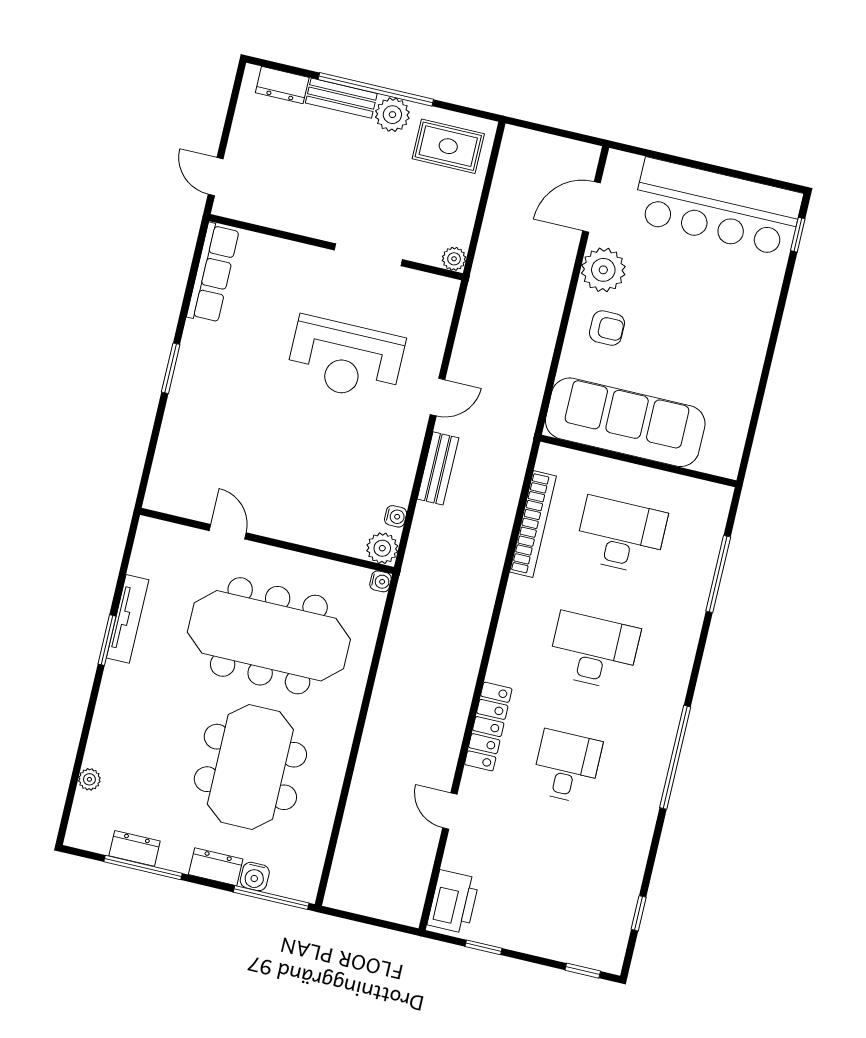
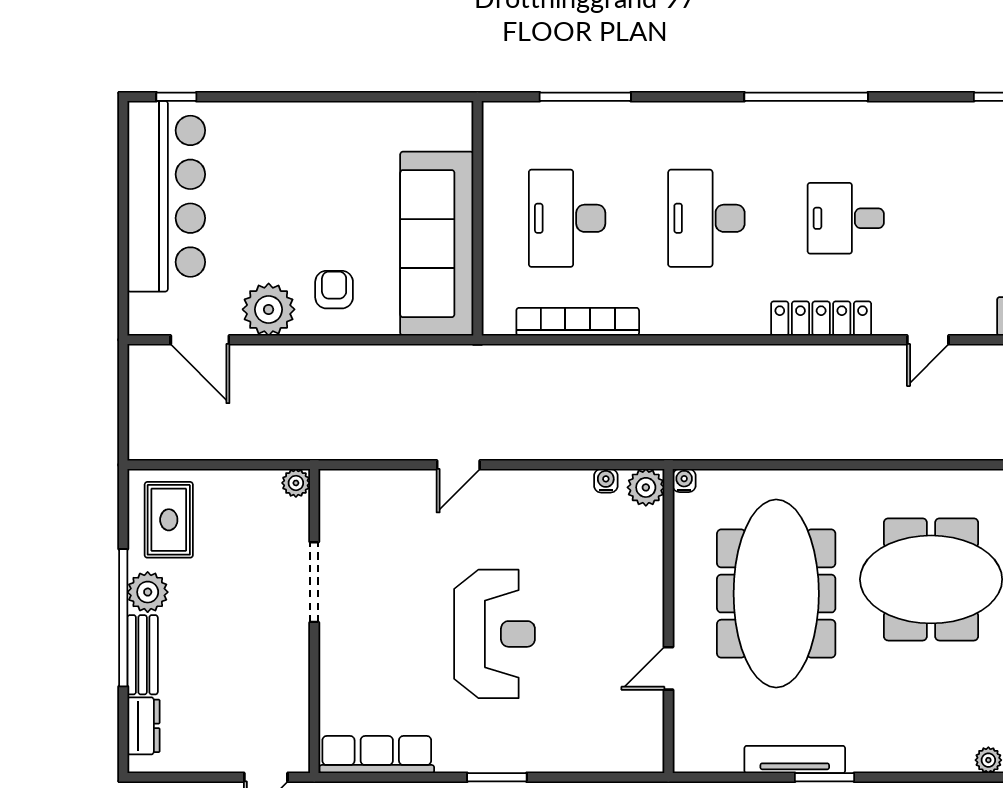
reception desk: (345, 359) -> (494, 634), moved
door: (438, 397) -> (458, 465), swing flipped
bench: (438, 468) -> (540, 445), removed

